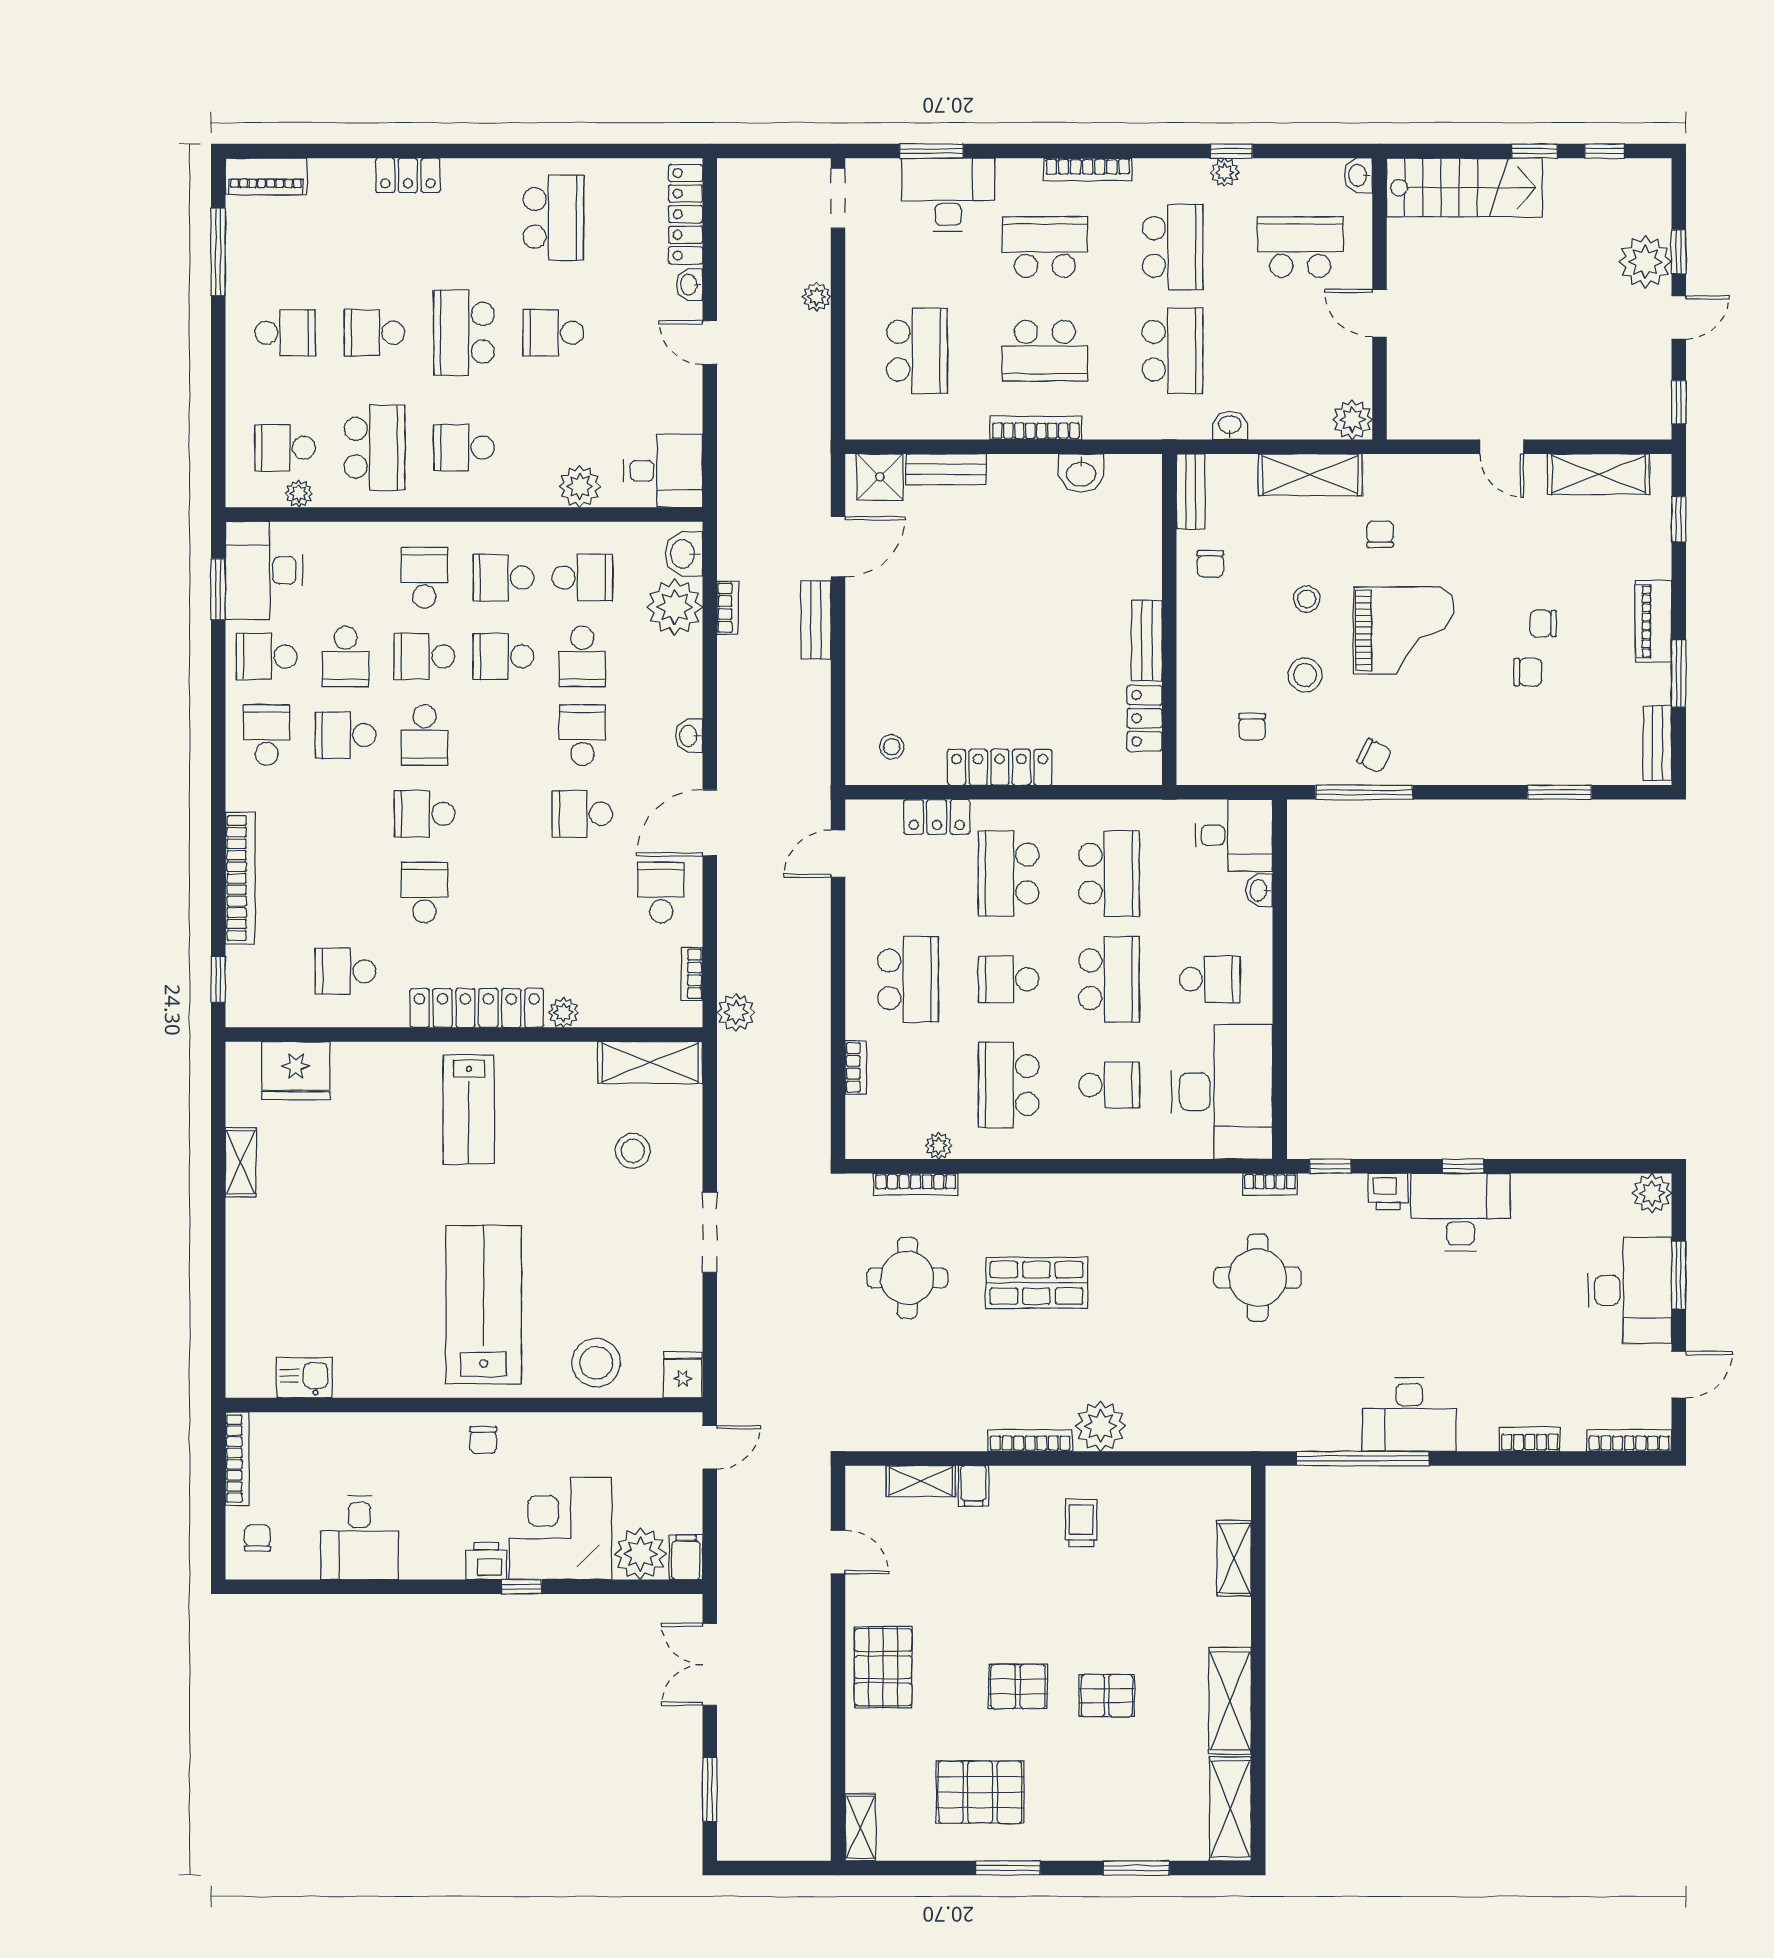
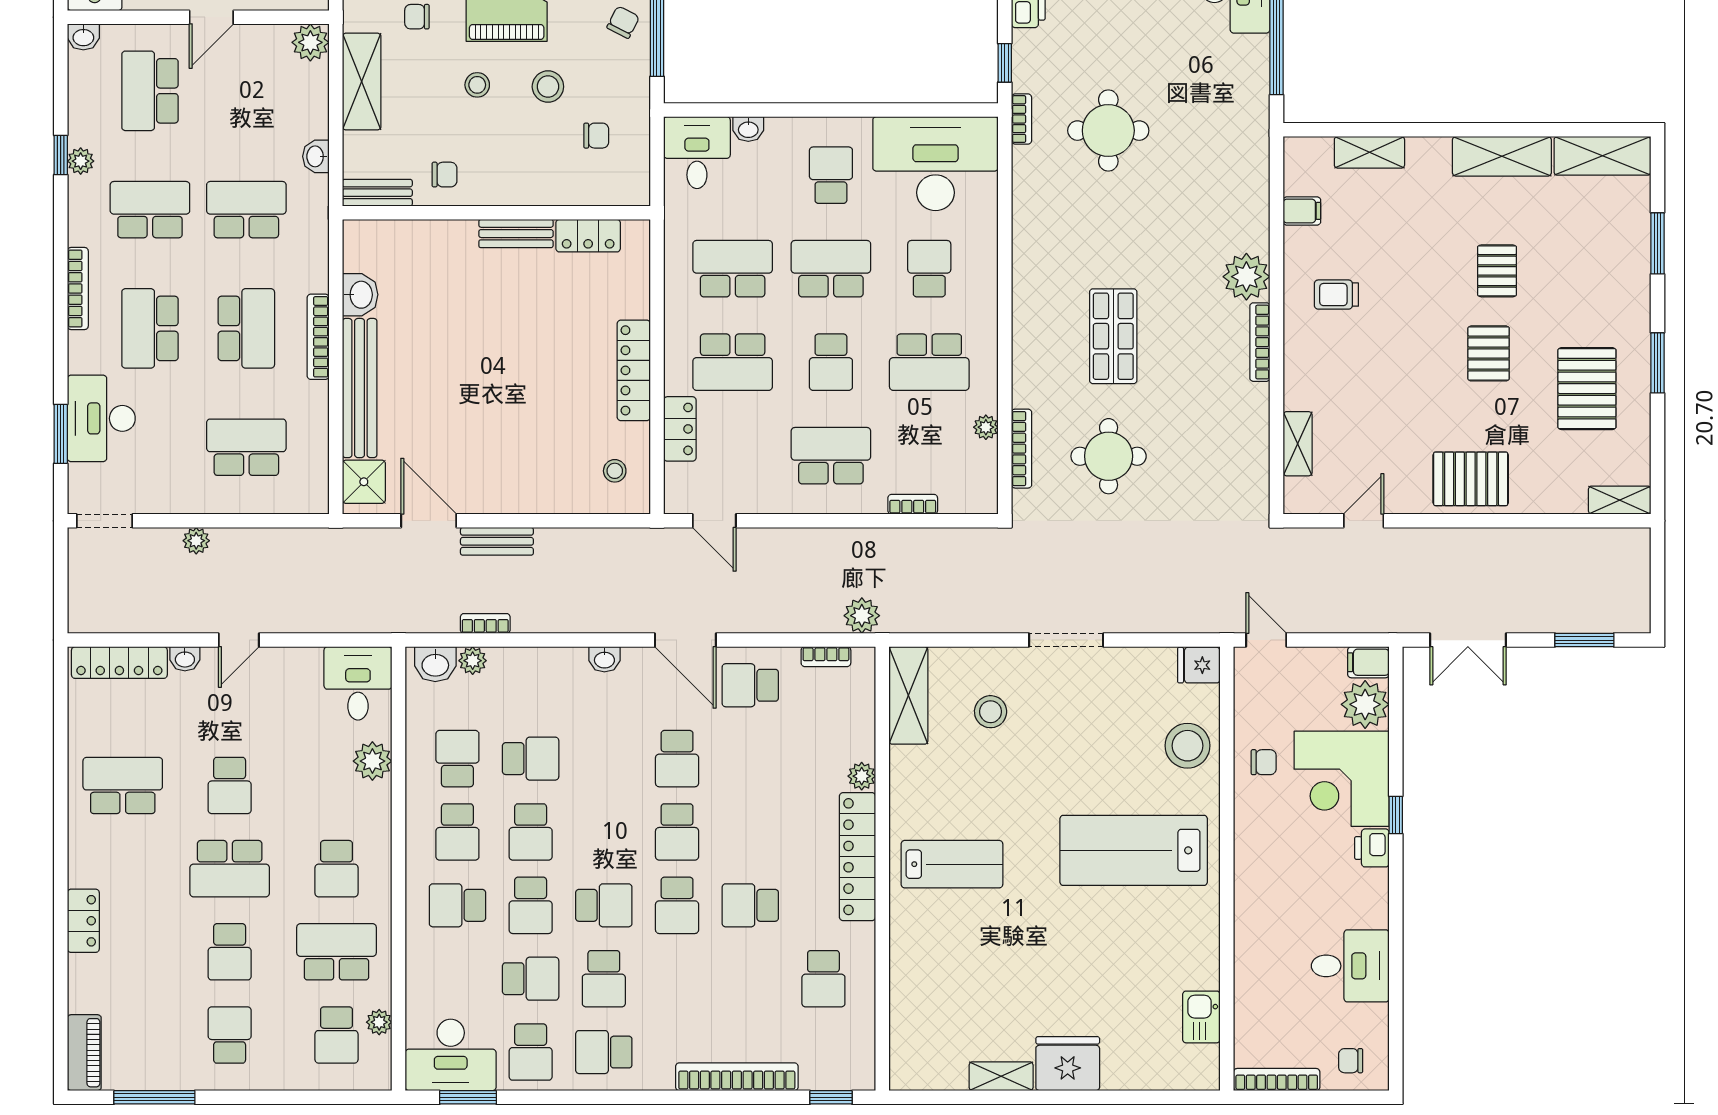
bench: (946, 469) -> (360, 388), width x1.86, depth x1.21
plant: (675, 607) -> (473, 661), width x0.53, depth x0.53
school desk: (582, 735) -> (677, 832), moved, turned -90
fridge: (296, 1071) -> (1068, 1064), moved, turned -90
chair: (483, 1440) -> (1264, 762), moved
filing cabinet: (973, 1486) -> (1302, 211), moved

